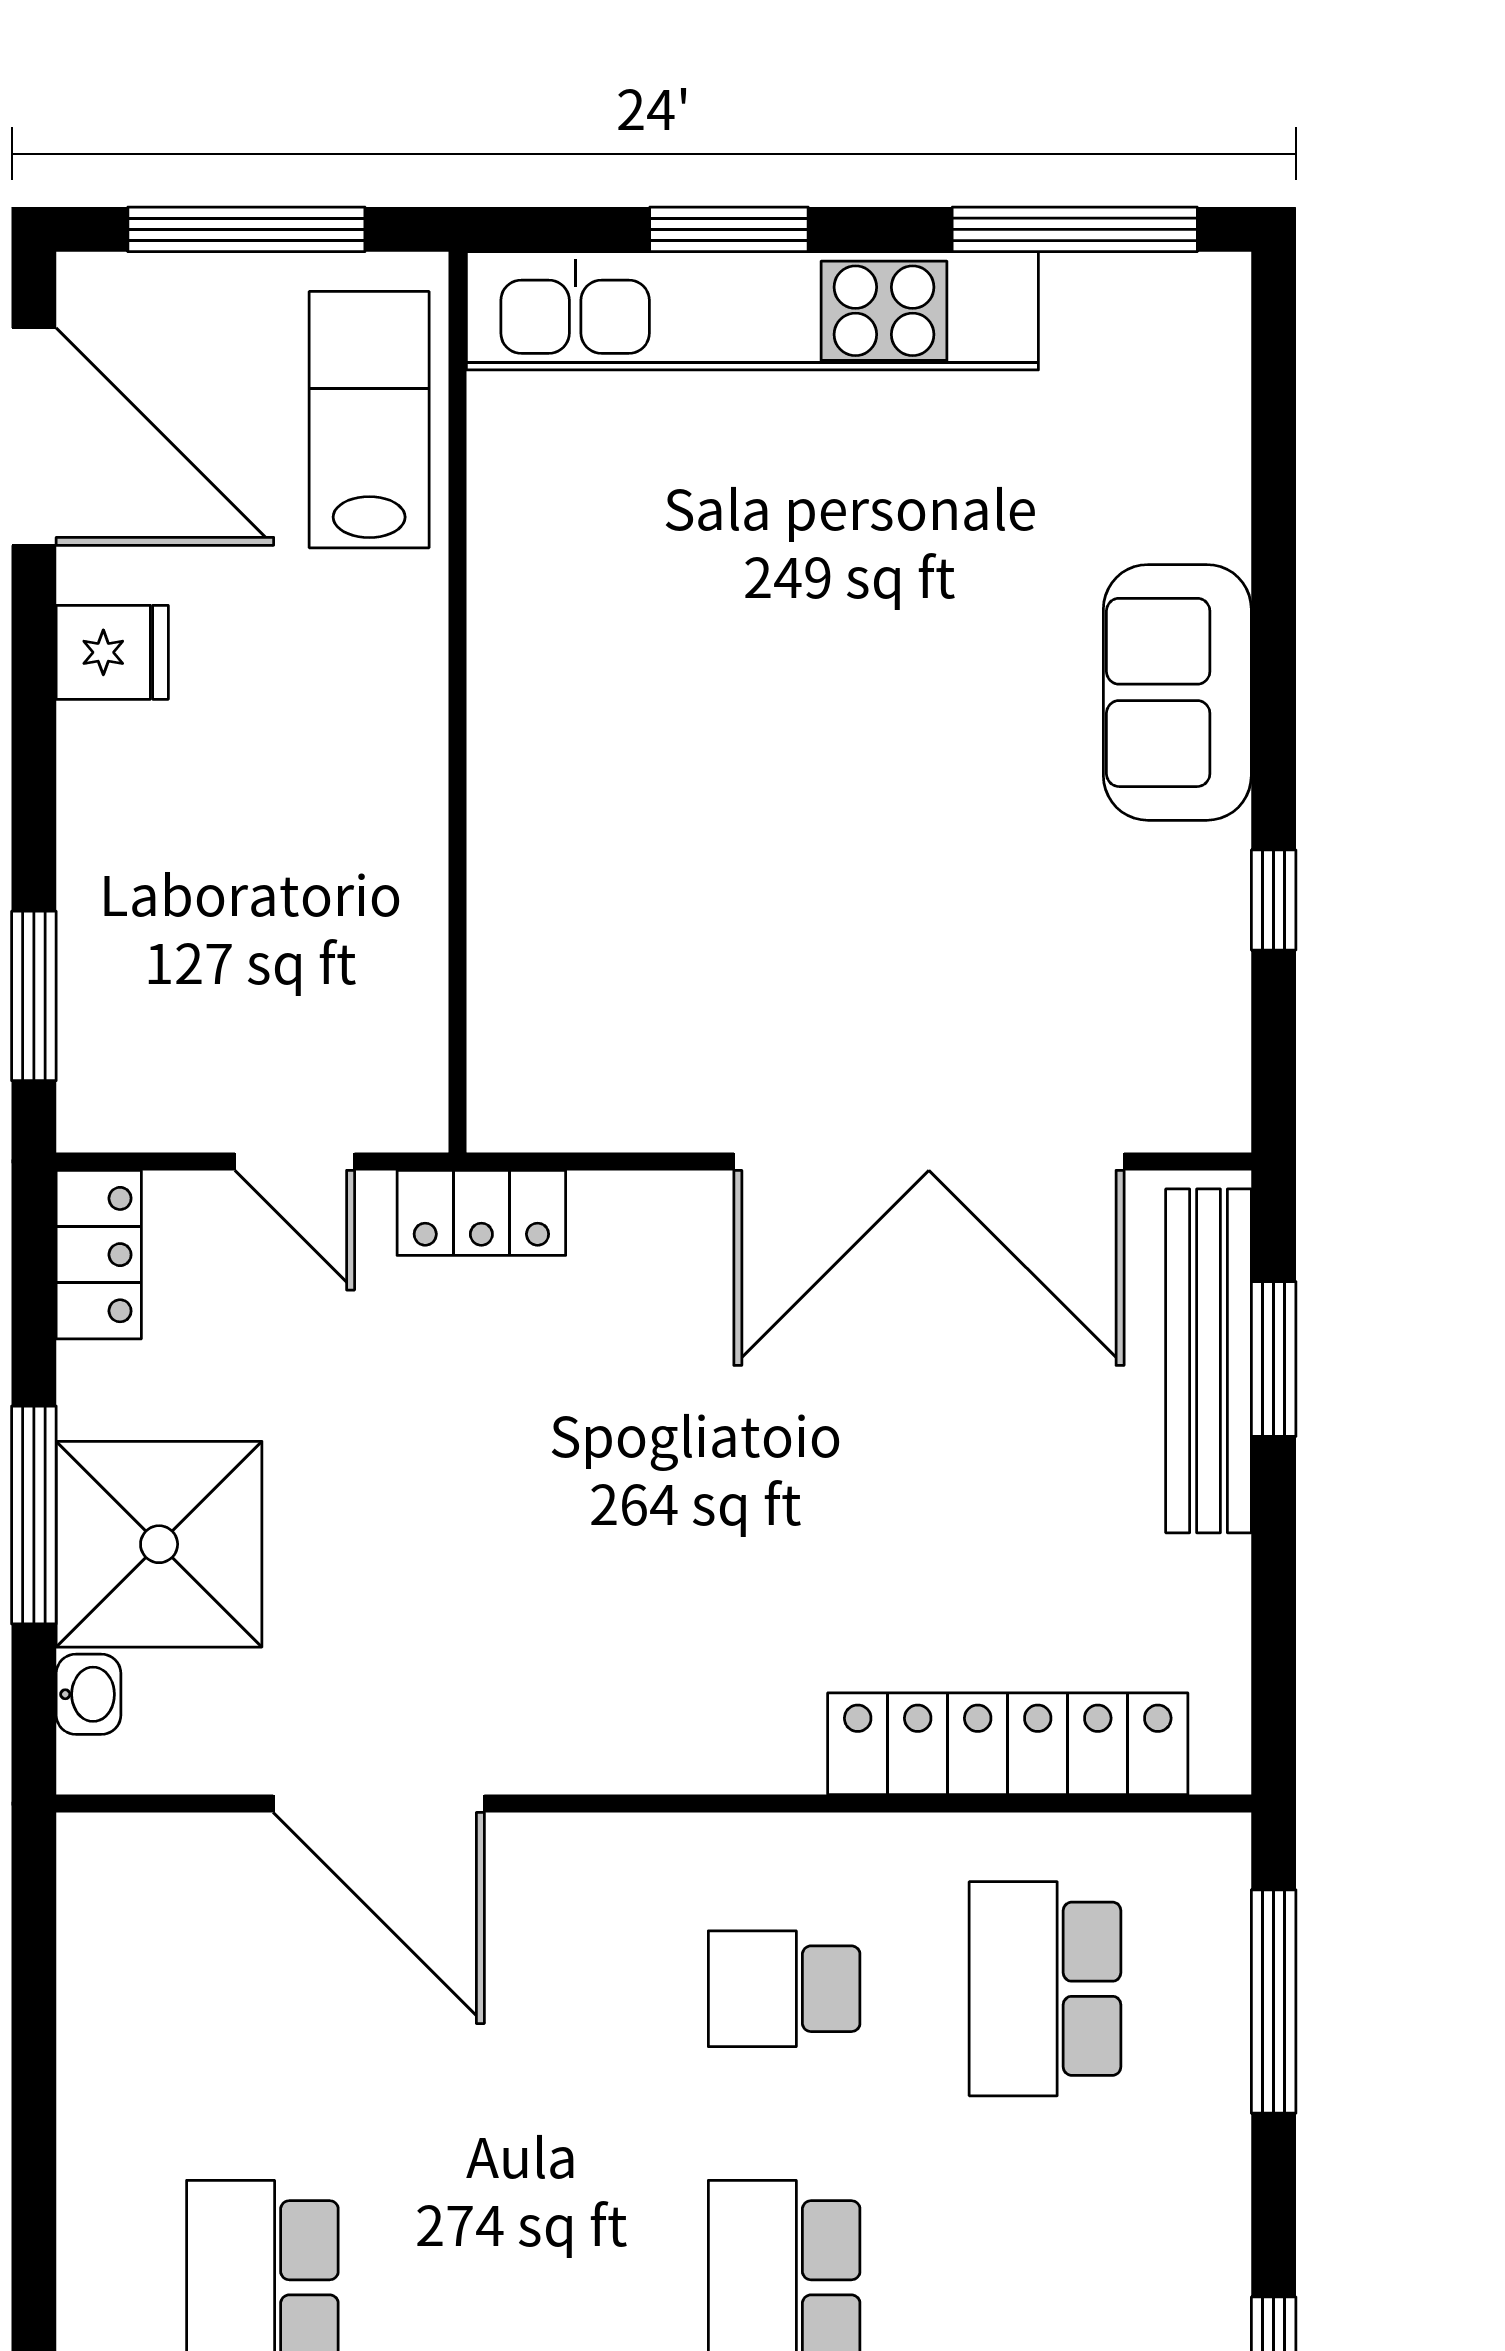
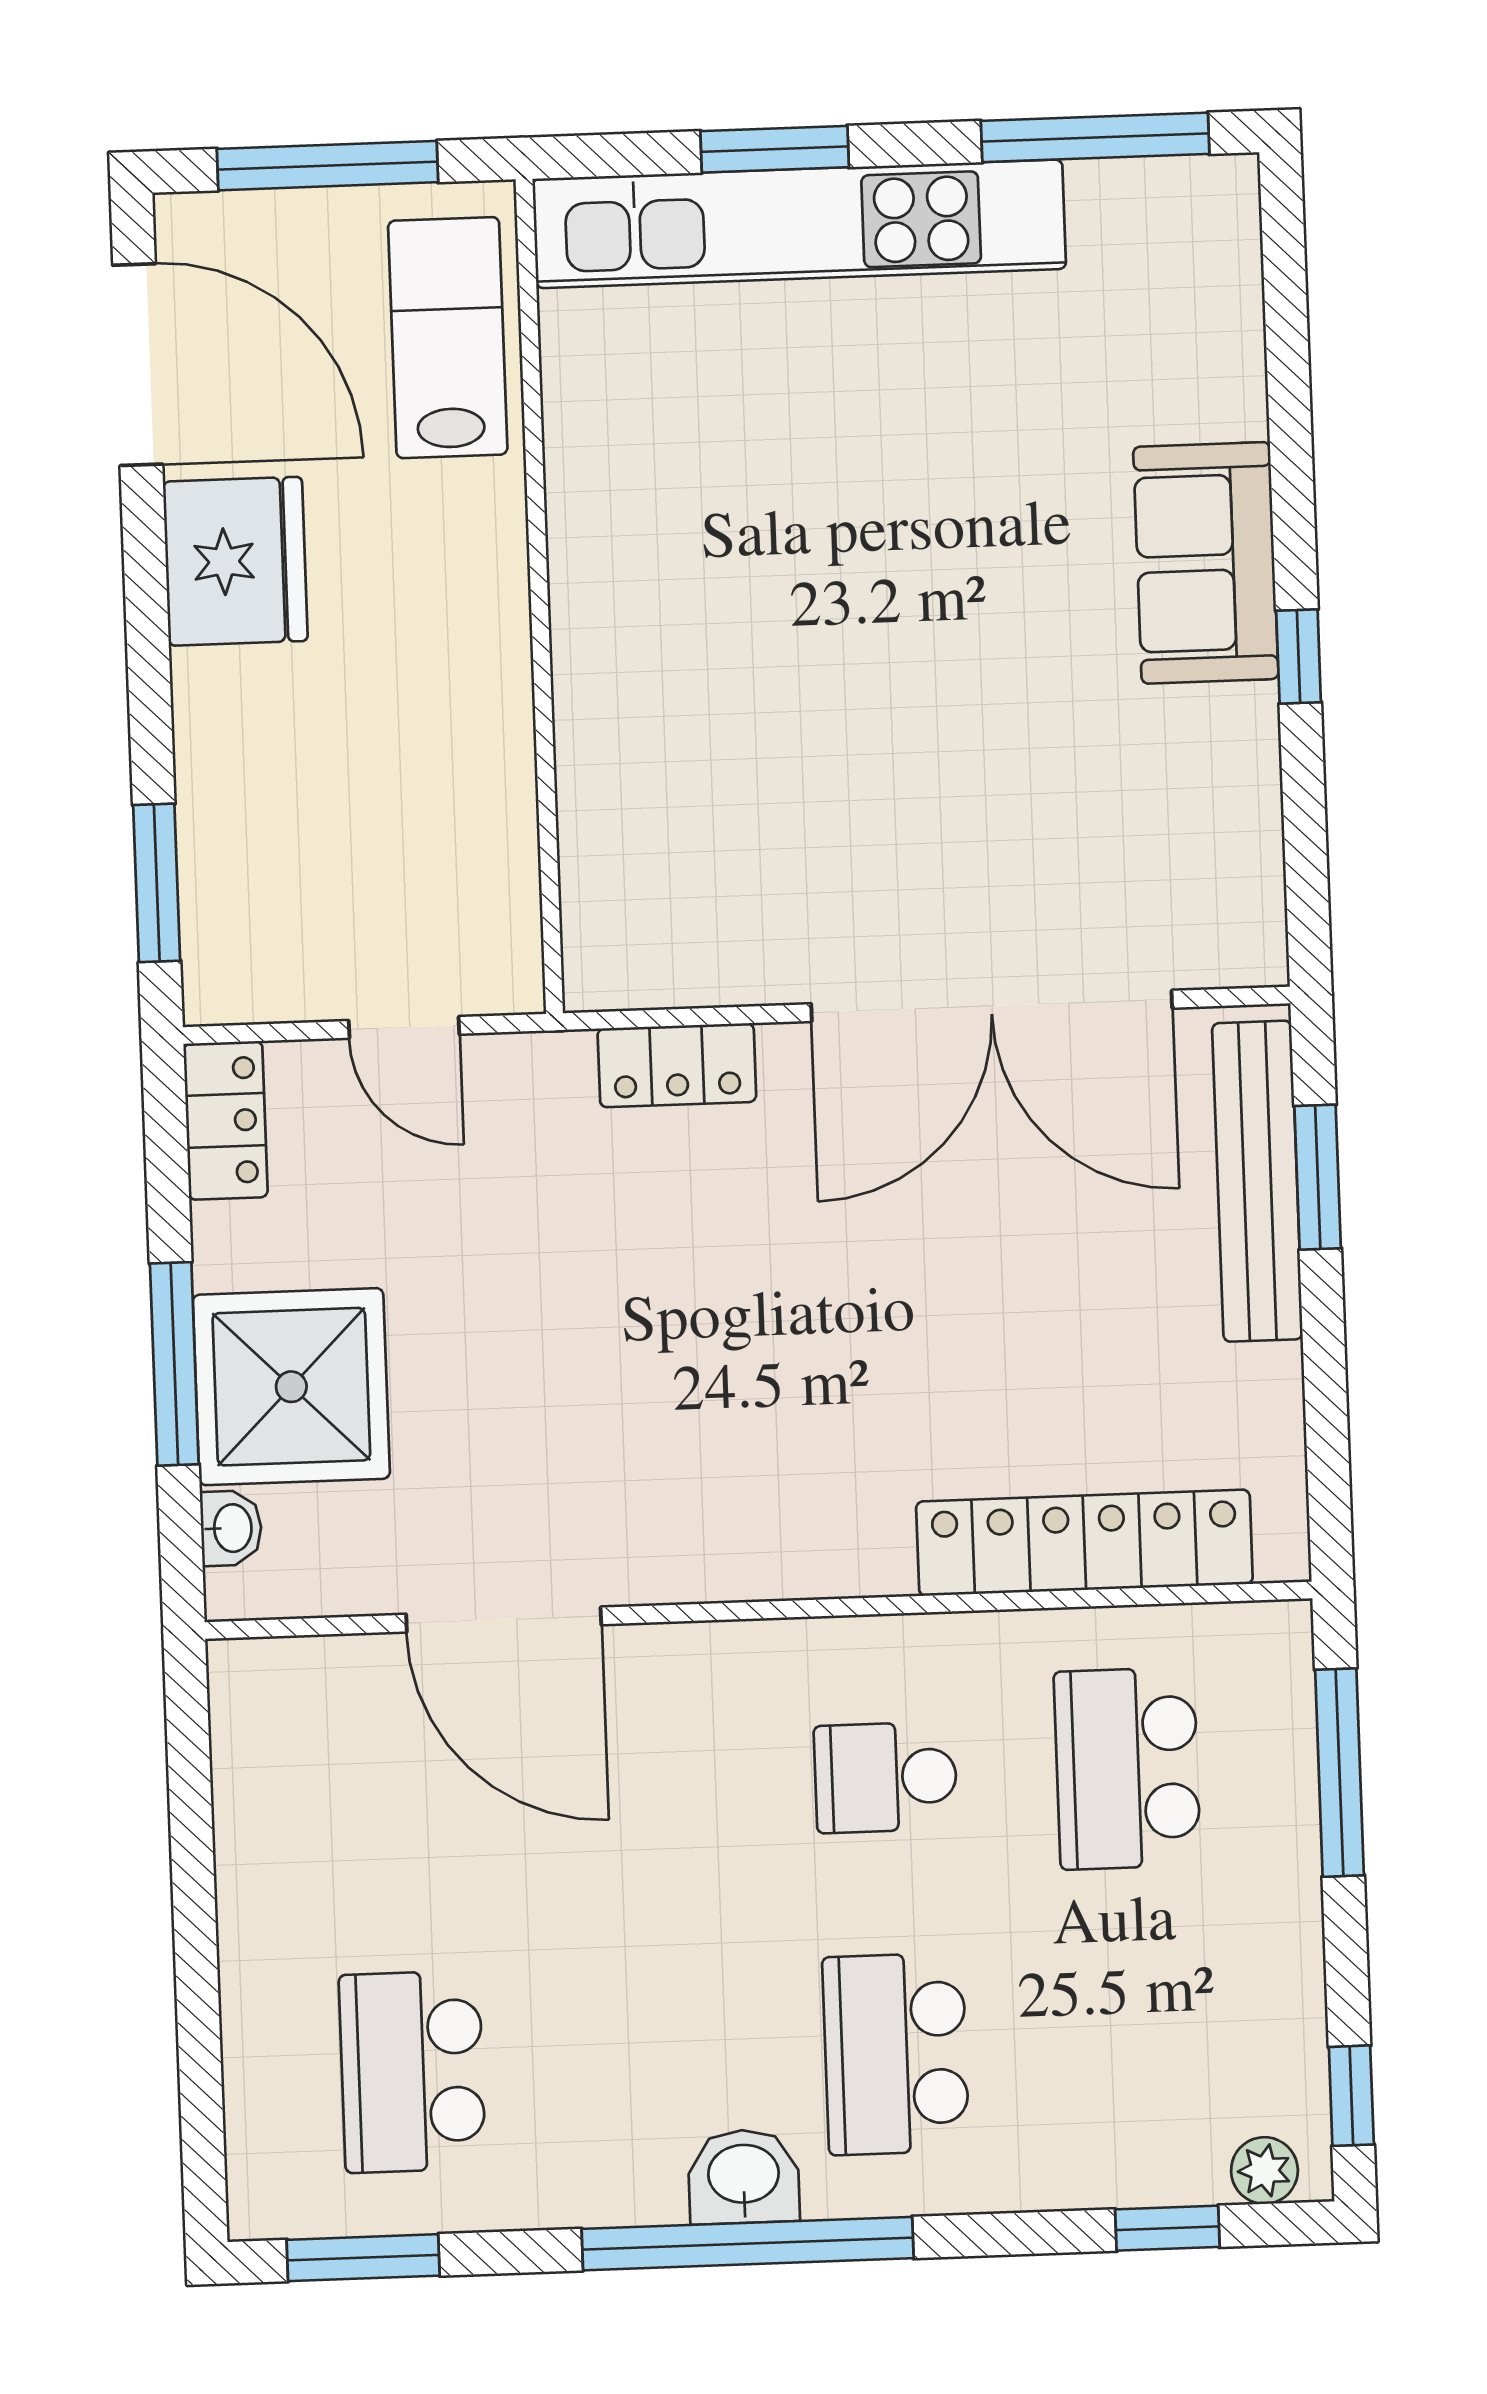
fridge: (112, 652) -> (235, 561), width x1.88, depth x1.34
window: (1274, 900) -> (1299, 657), moved
locker: (481, 1213) -> (677, 1065), moved

